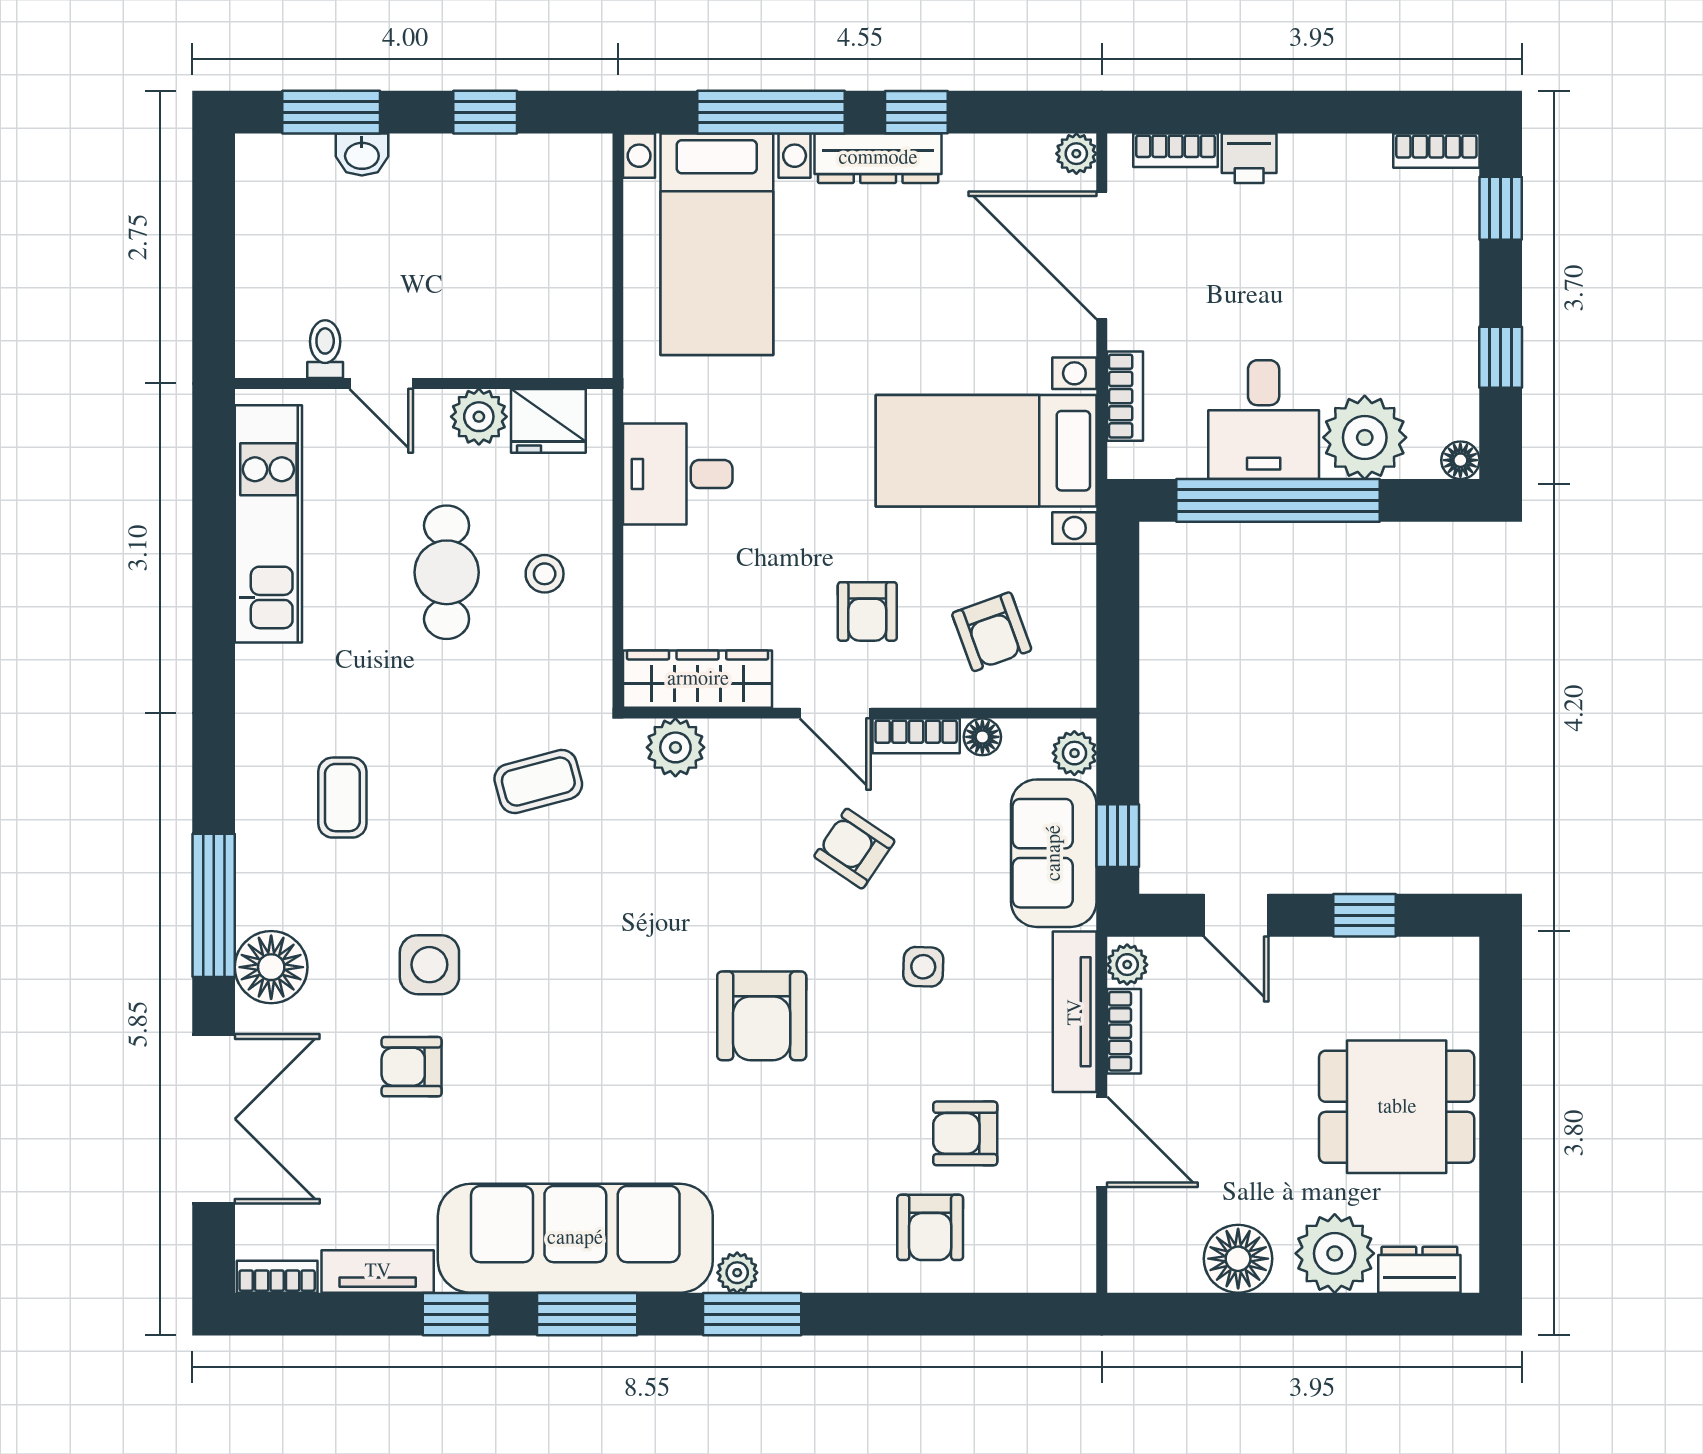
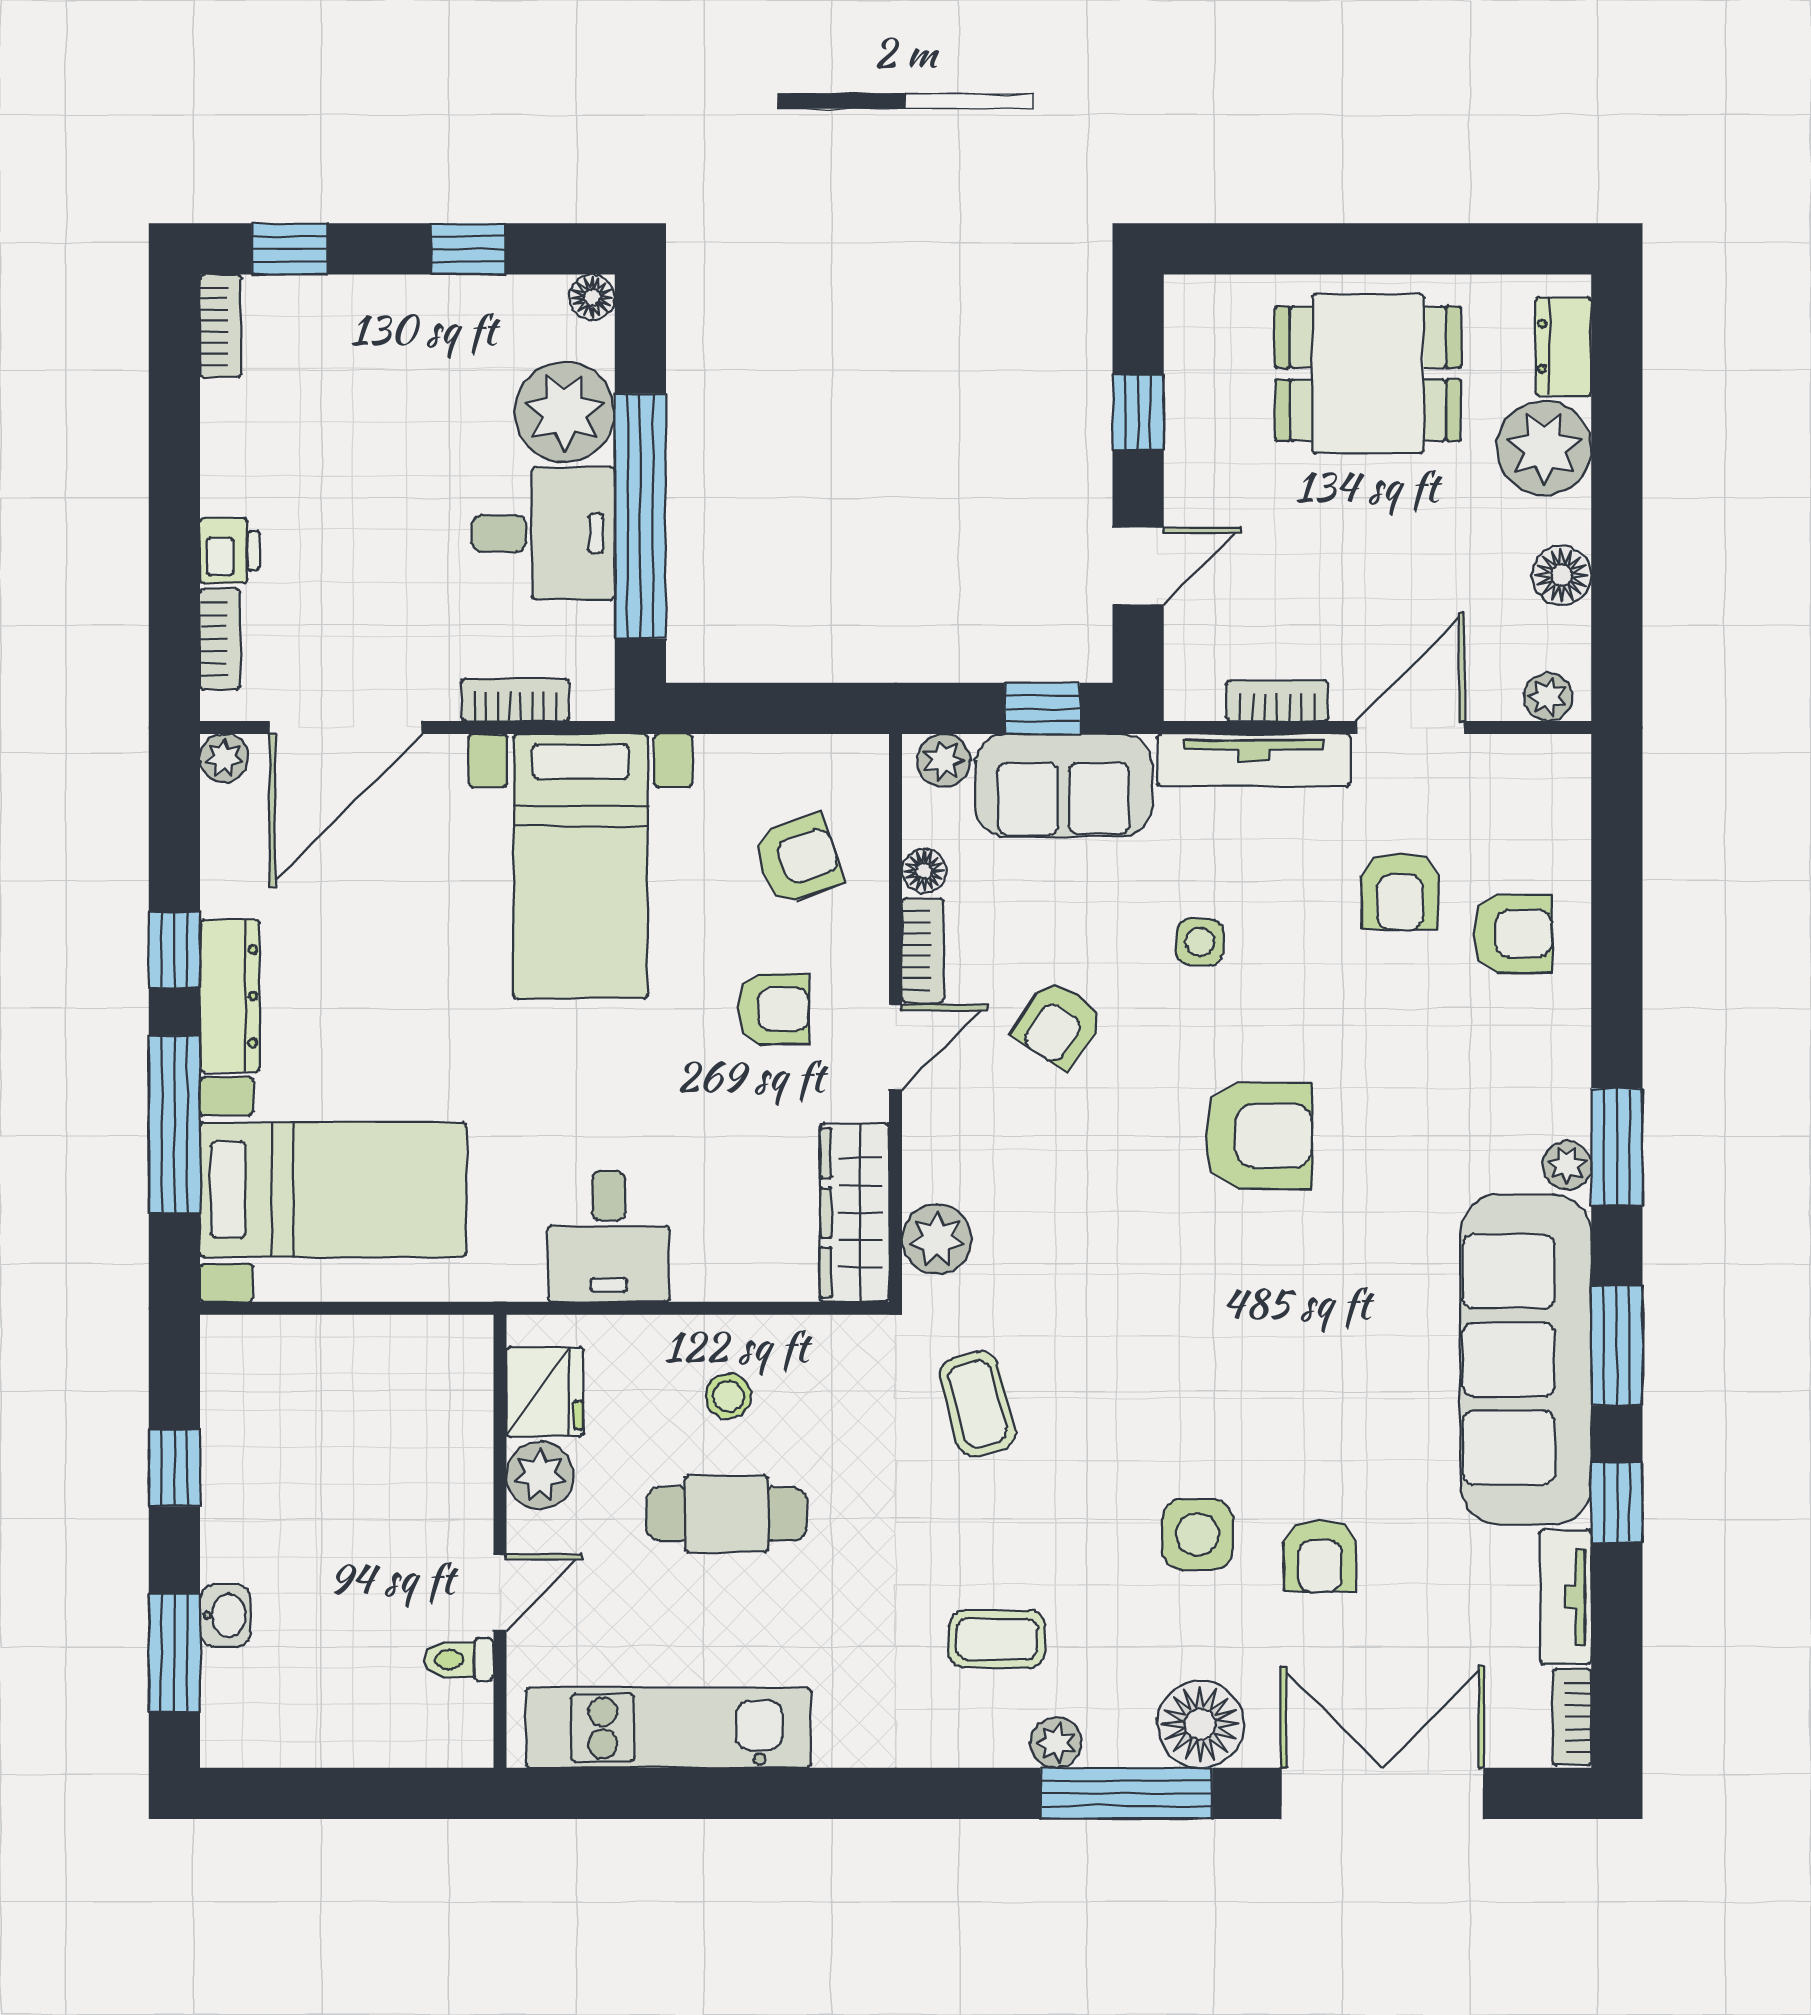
plant: (256, 847) -> (1056, 1743), added
plant: (1127, 965) -> (1548, 697), moved
dining table: (1397, 1107) -> (1368, 374), turned 90
floor lamp: (1238, 1259) -> (1561, 575), width x0.73, depth x0.73

